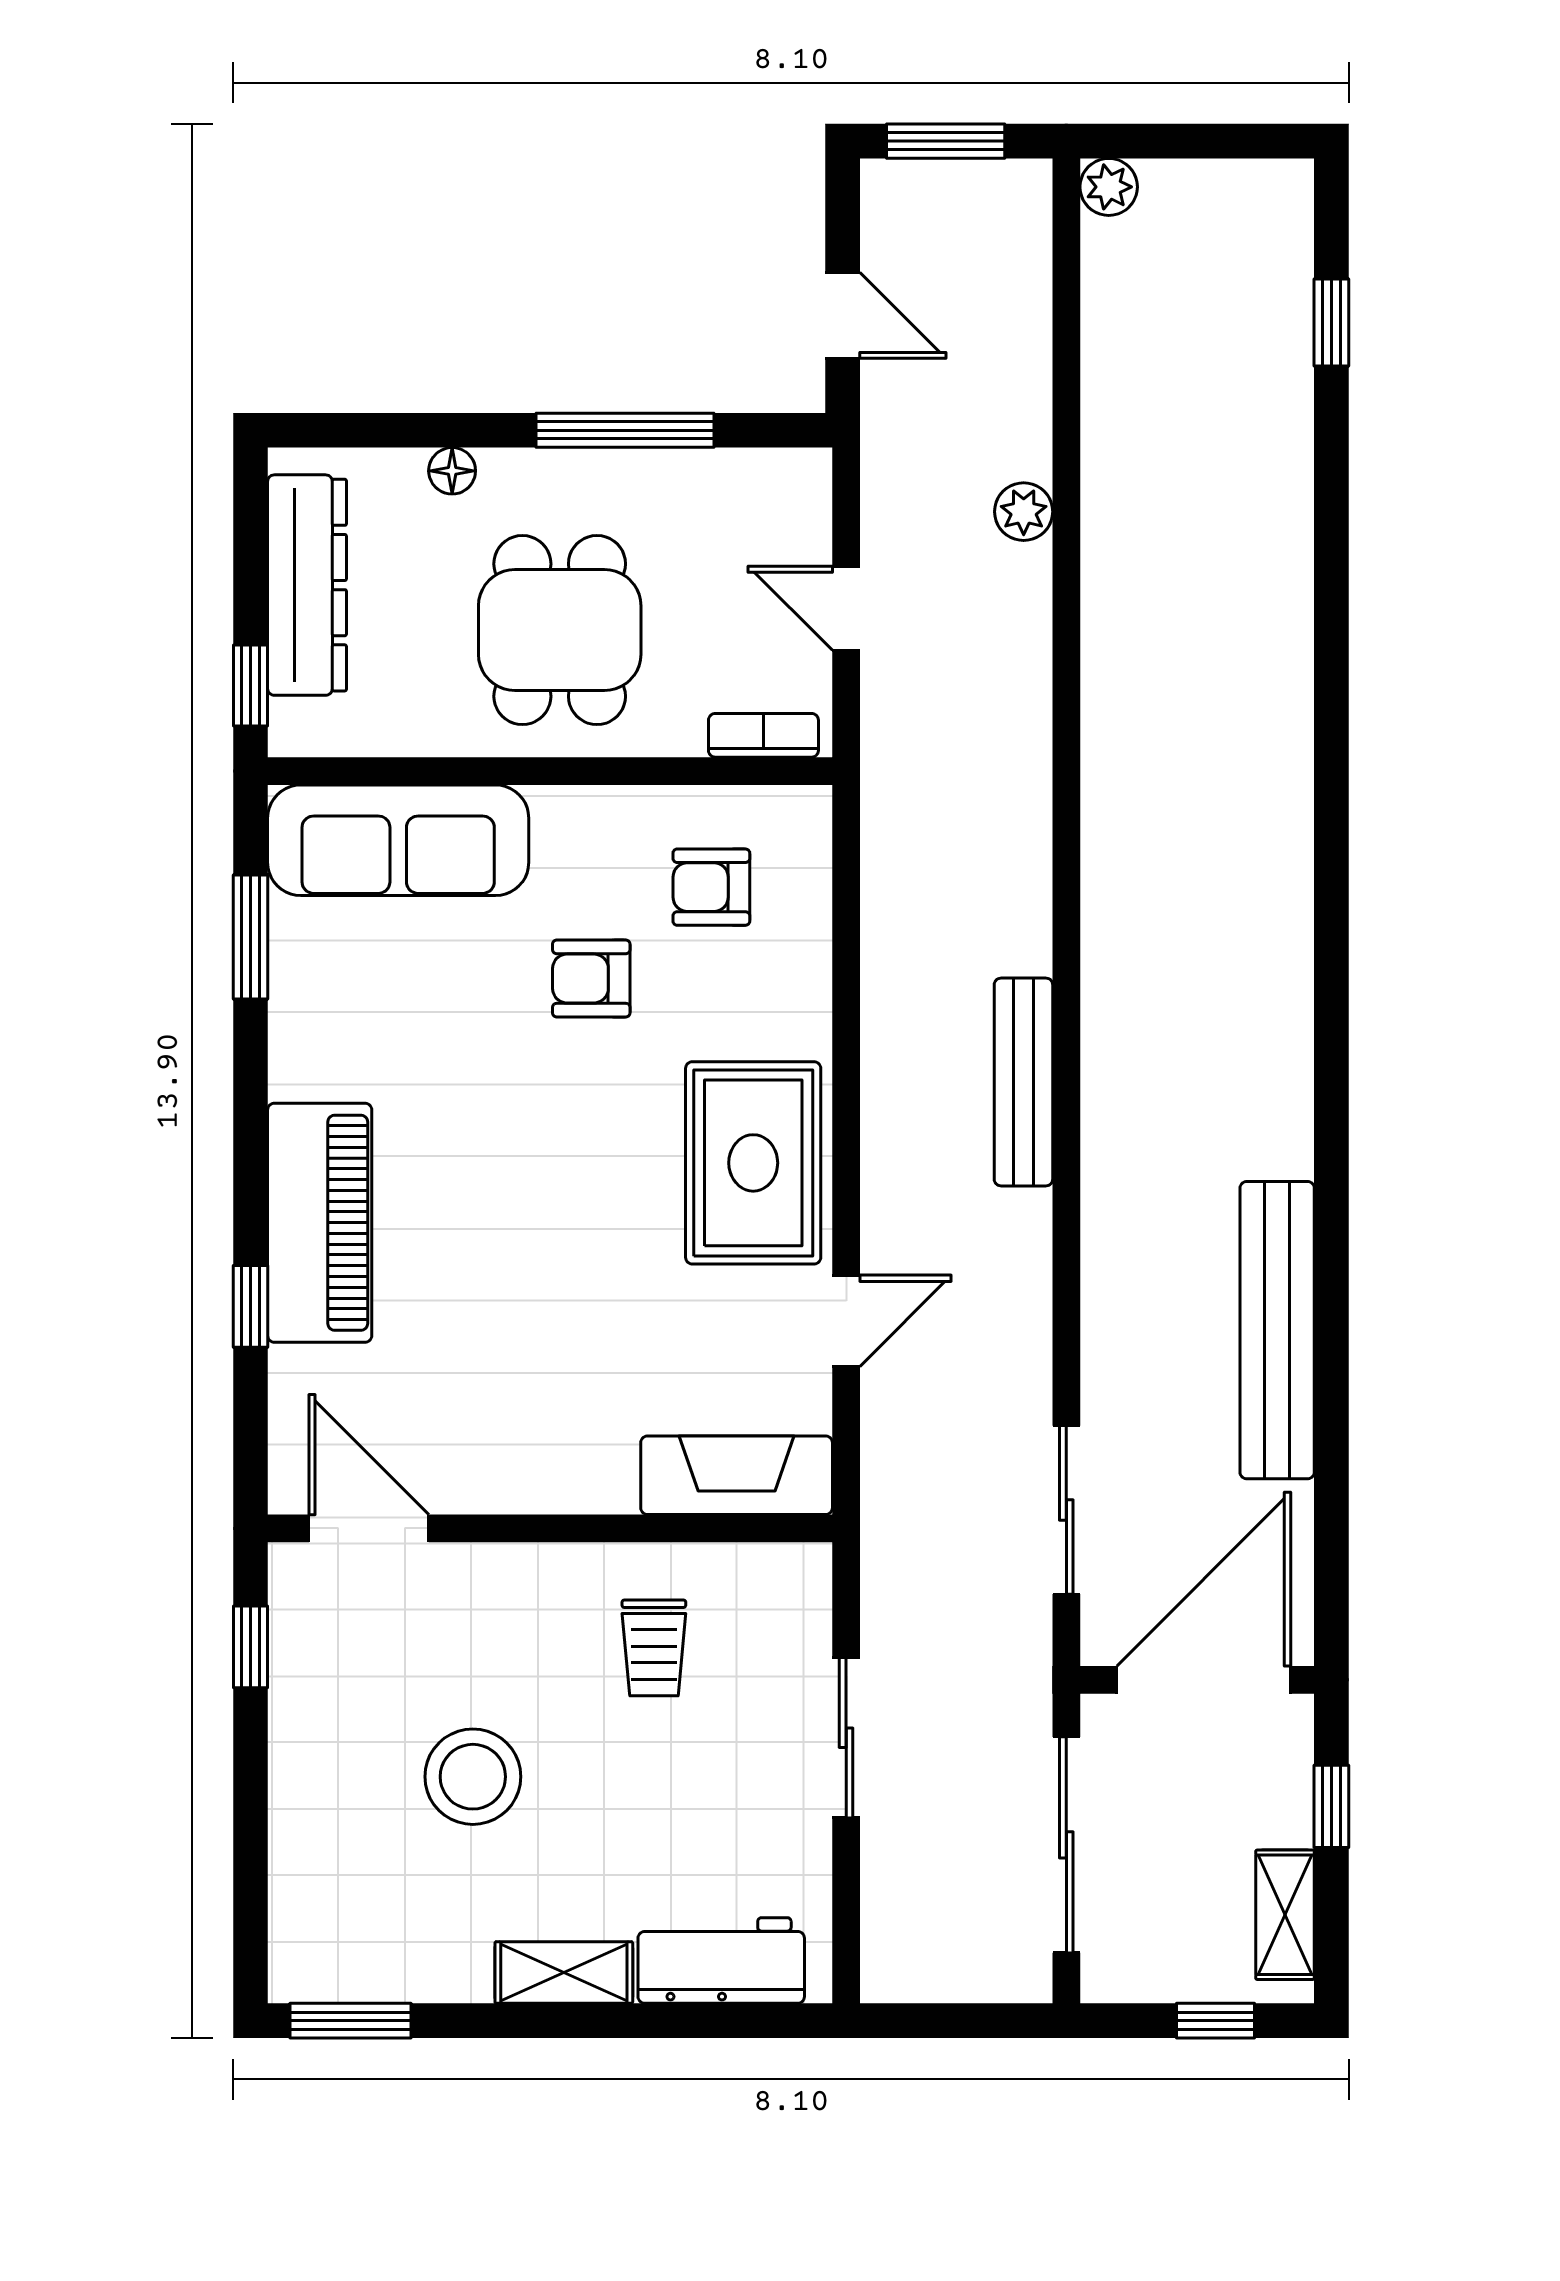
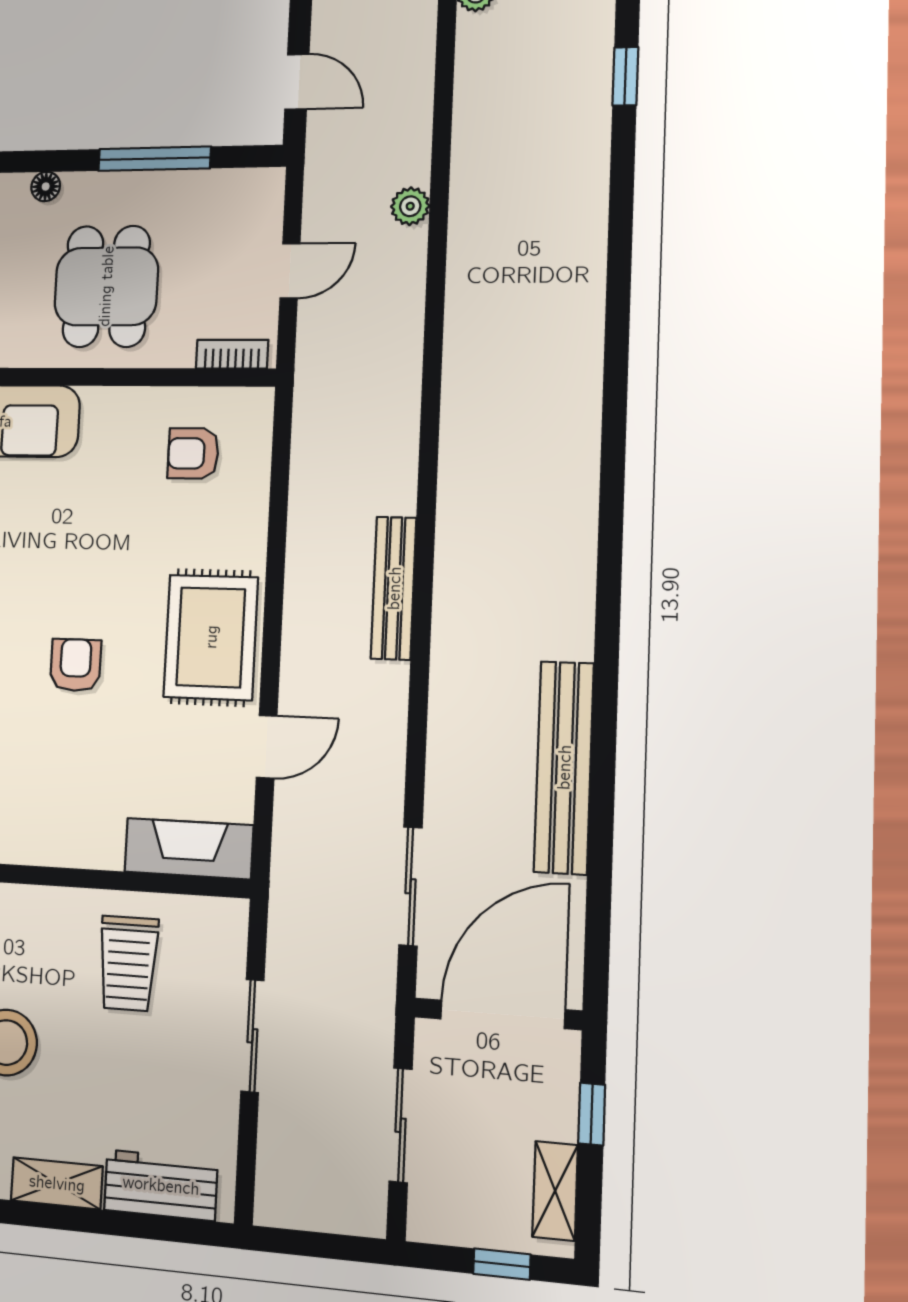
door: (846, 608) -> (290, 271), swing flipped
armchair: (591, 979) -> (76, 665), moved, turned 90
trolley: (654, 1648) -> (128, 963), width x1.36, depth x1.39
sliding door: (1066, 1845) -> (401, 1125), width x0.73

